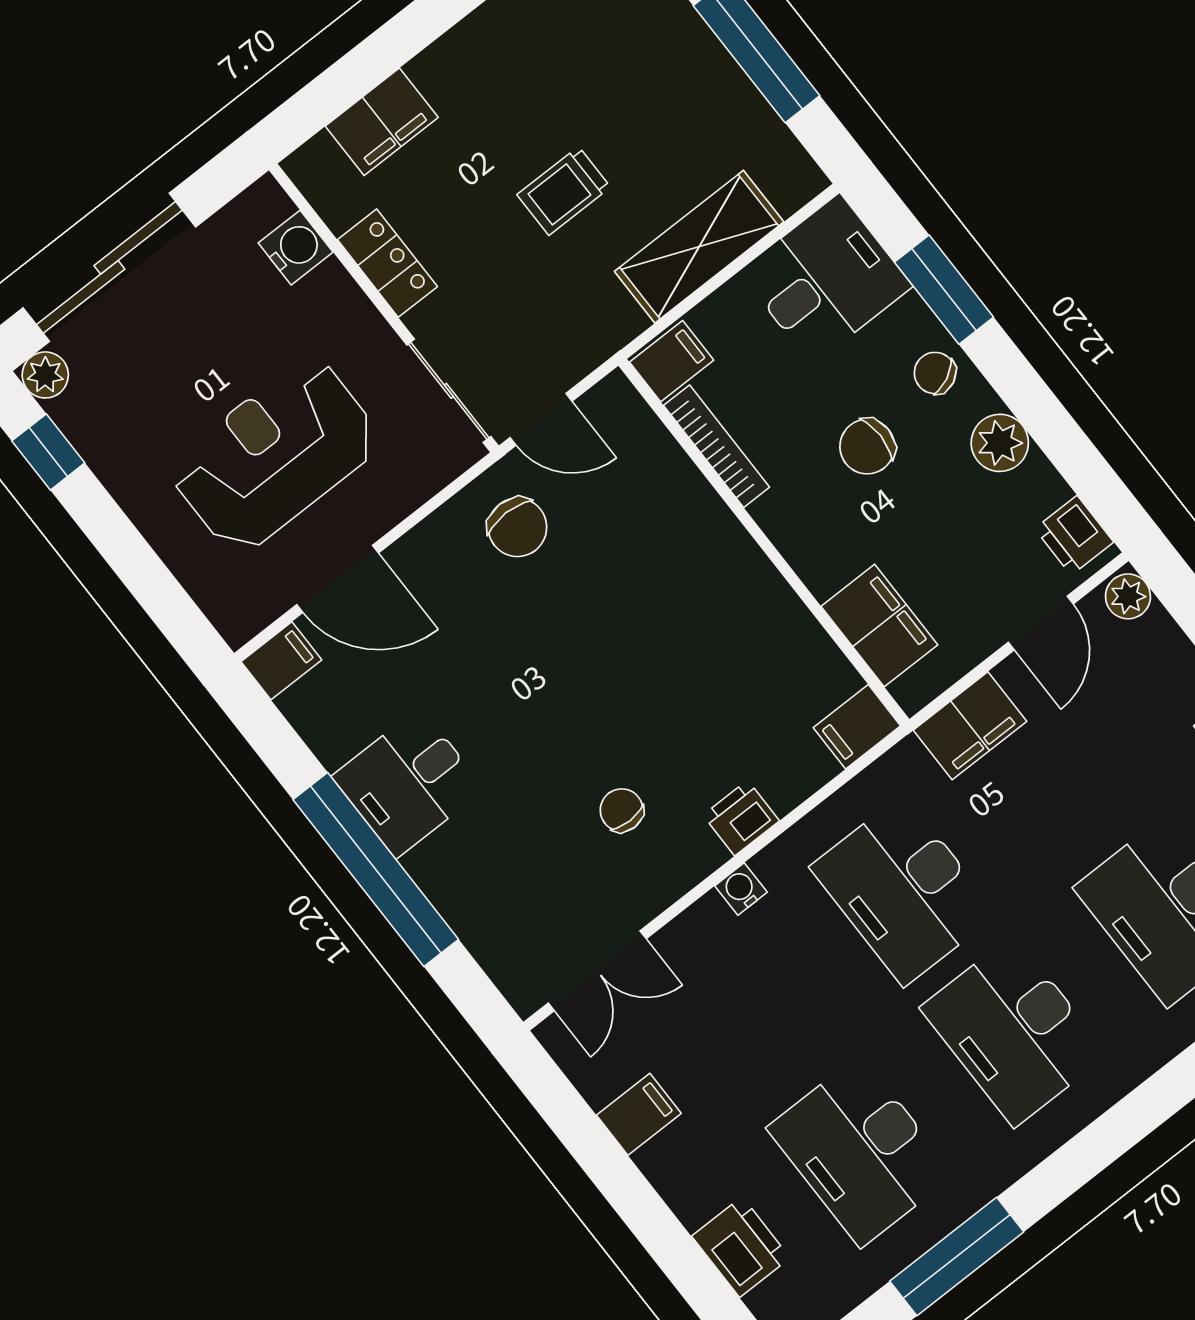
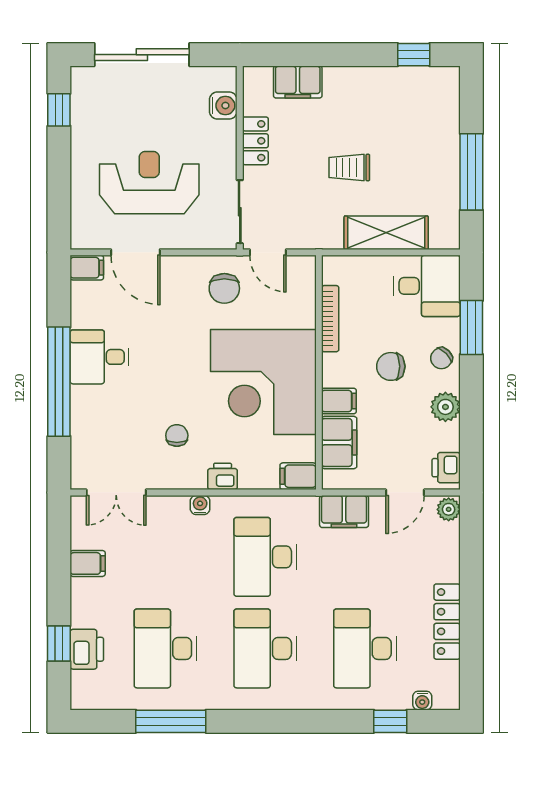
filing cabinet: (672, 361) -> (339, 401), moved
chair: (935, 373) -> (441, 358), turned -109
plant: (45, 375) -> (82, 78), removed
corner desk: (690, 624) -> (263, 382), added
window: (691, 1272) -> (59, 644), added

